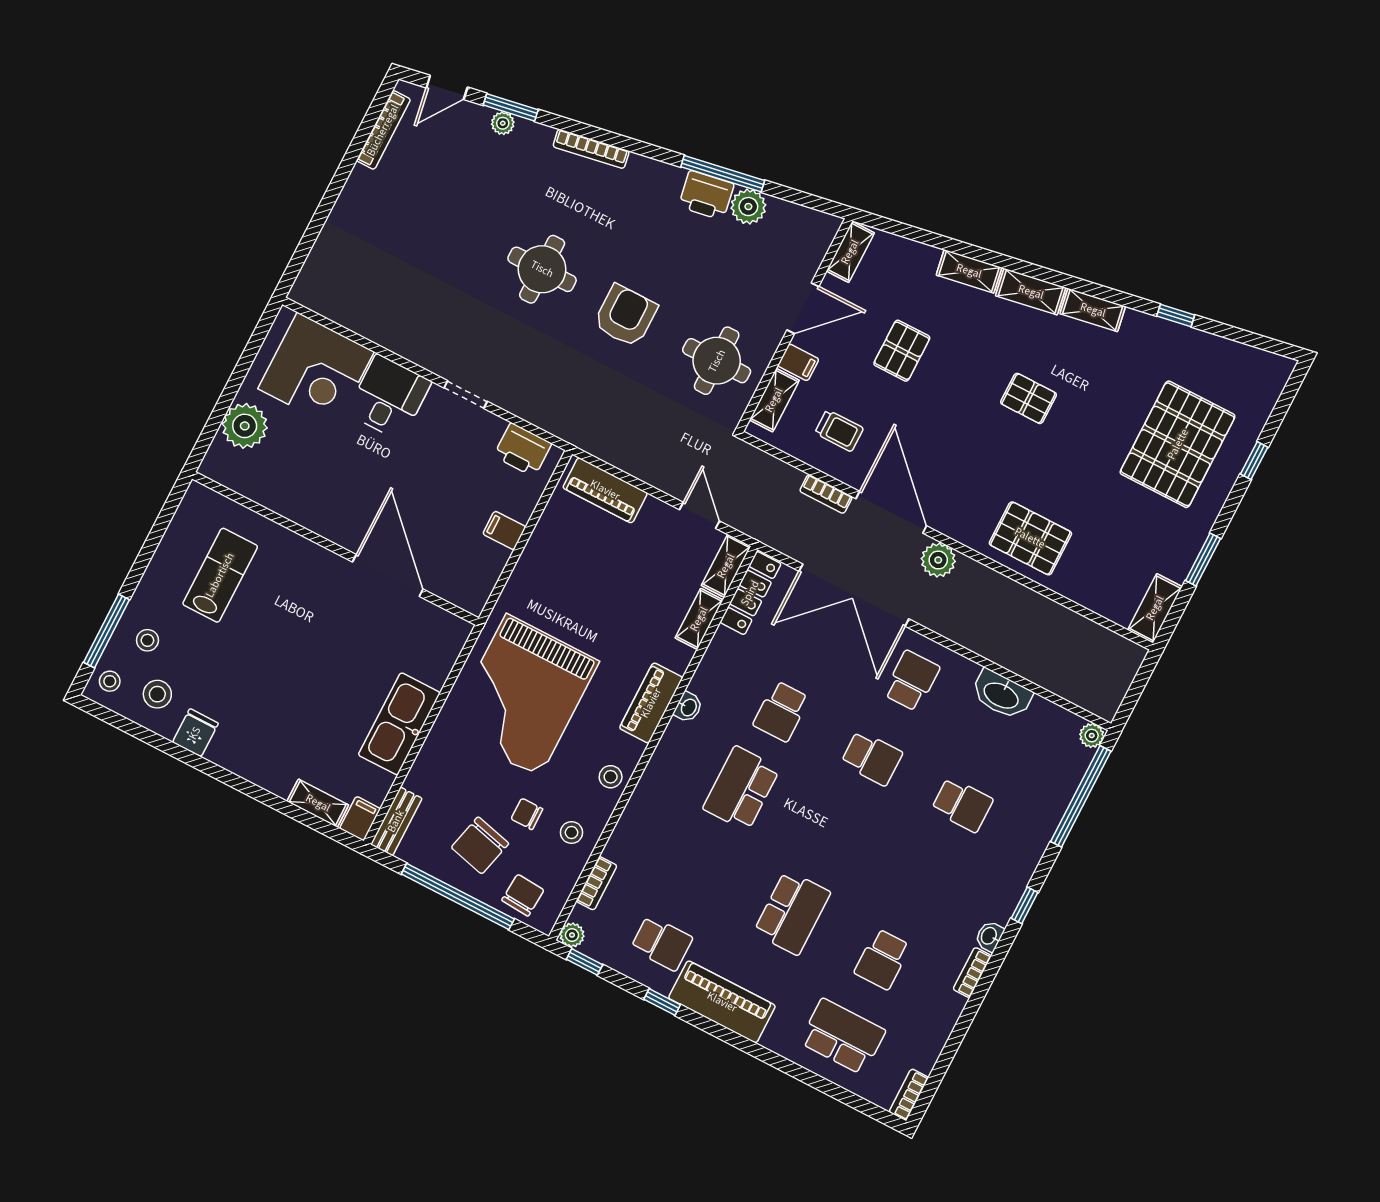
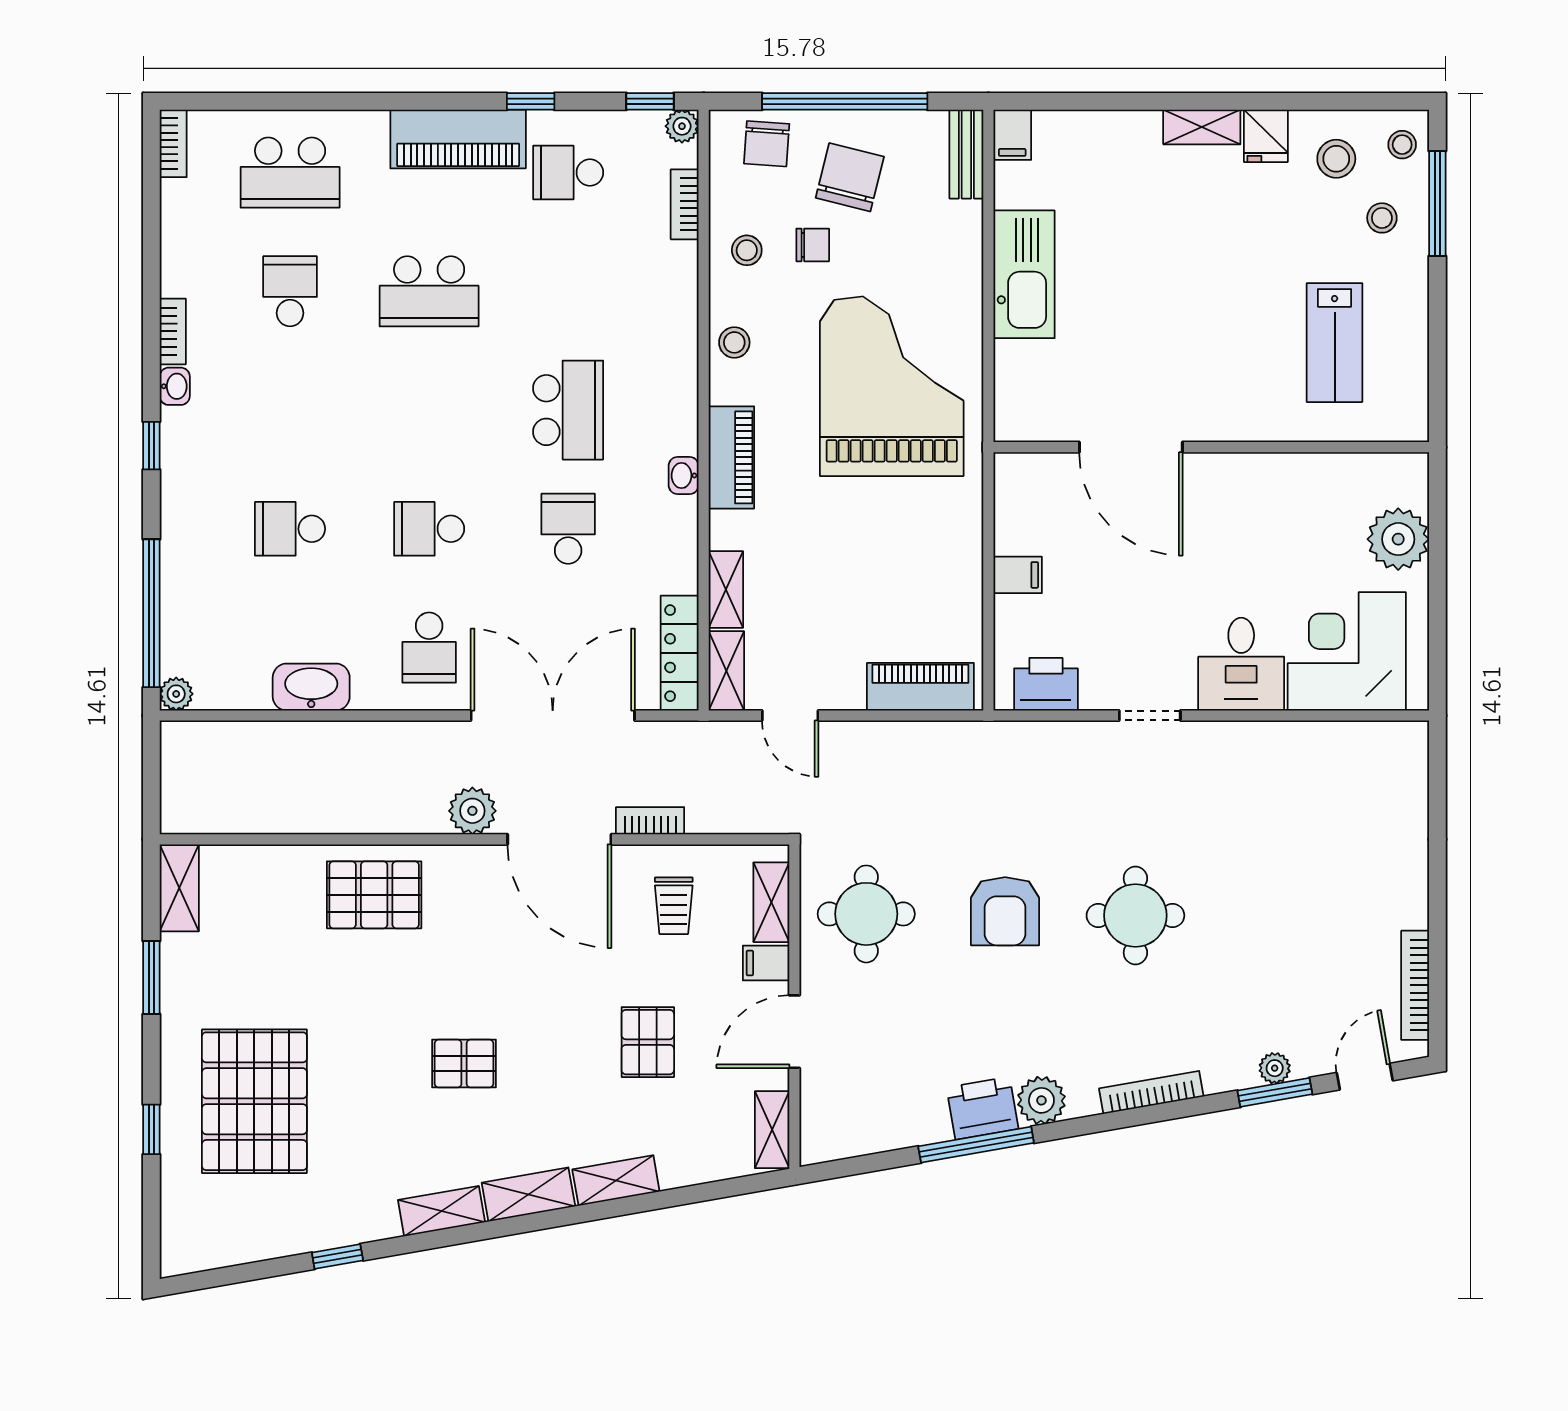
plant: (748, 207) -> (1041, 1100), moved
trolley: (839, 431) -> (674, 906), turned -90
shelving: (318, 803) -> (1202, 127), moved
school desk: (792, 913) -> (429, 291), turned -90

